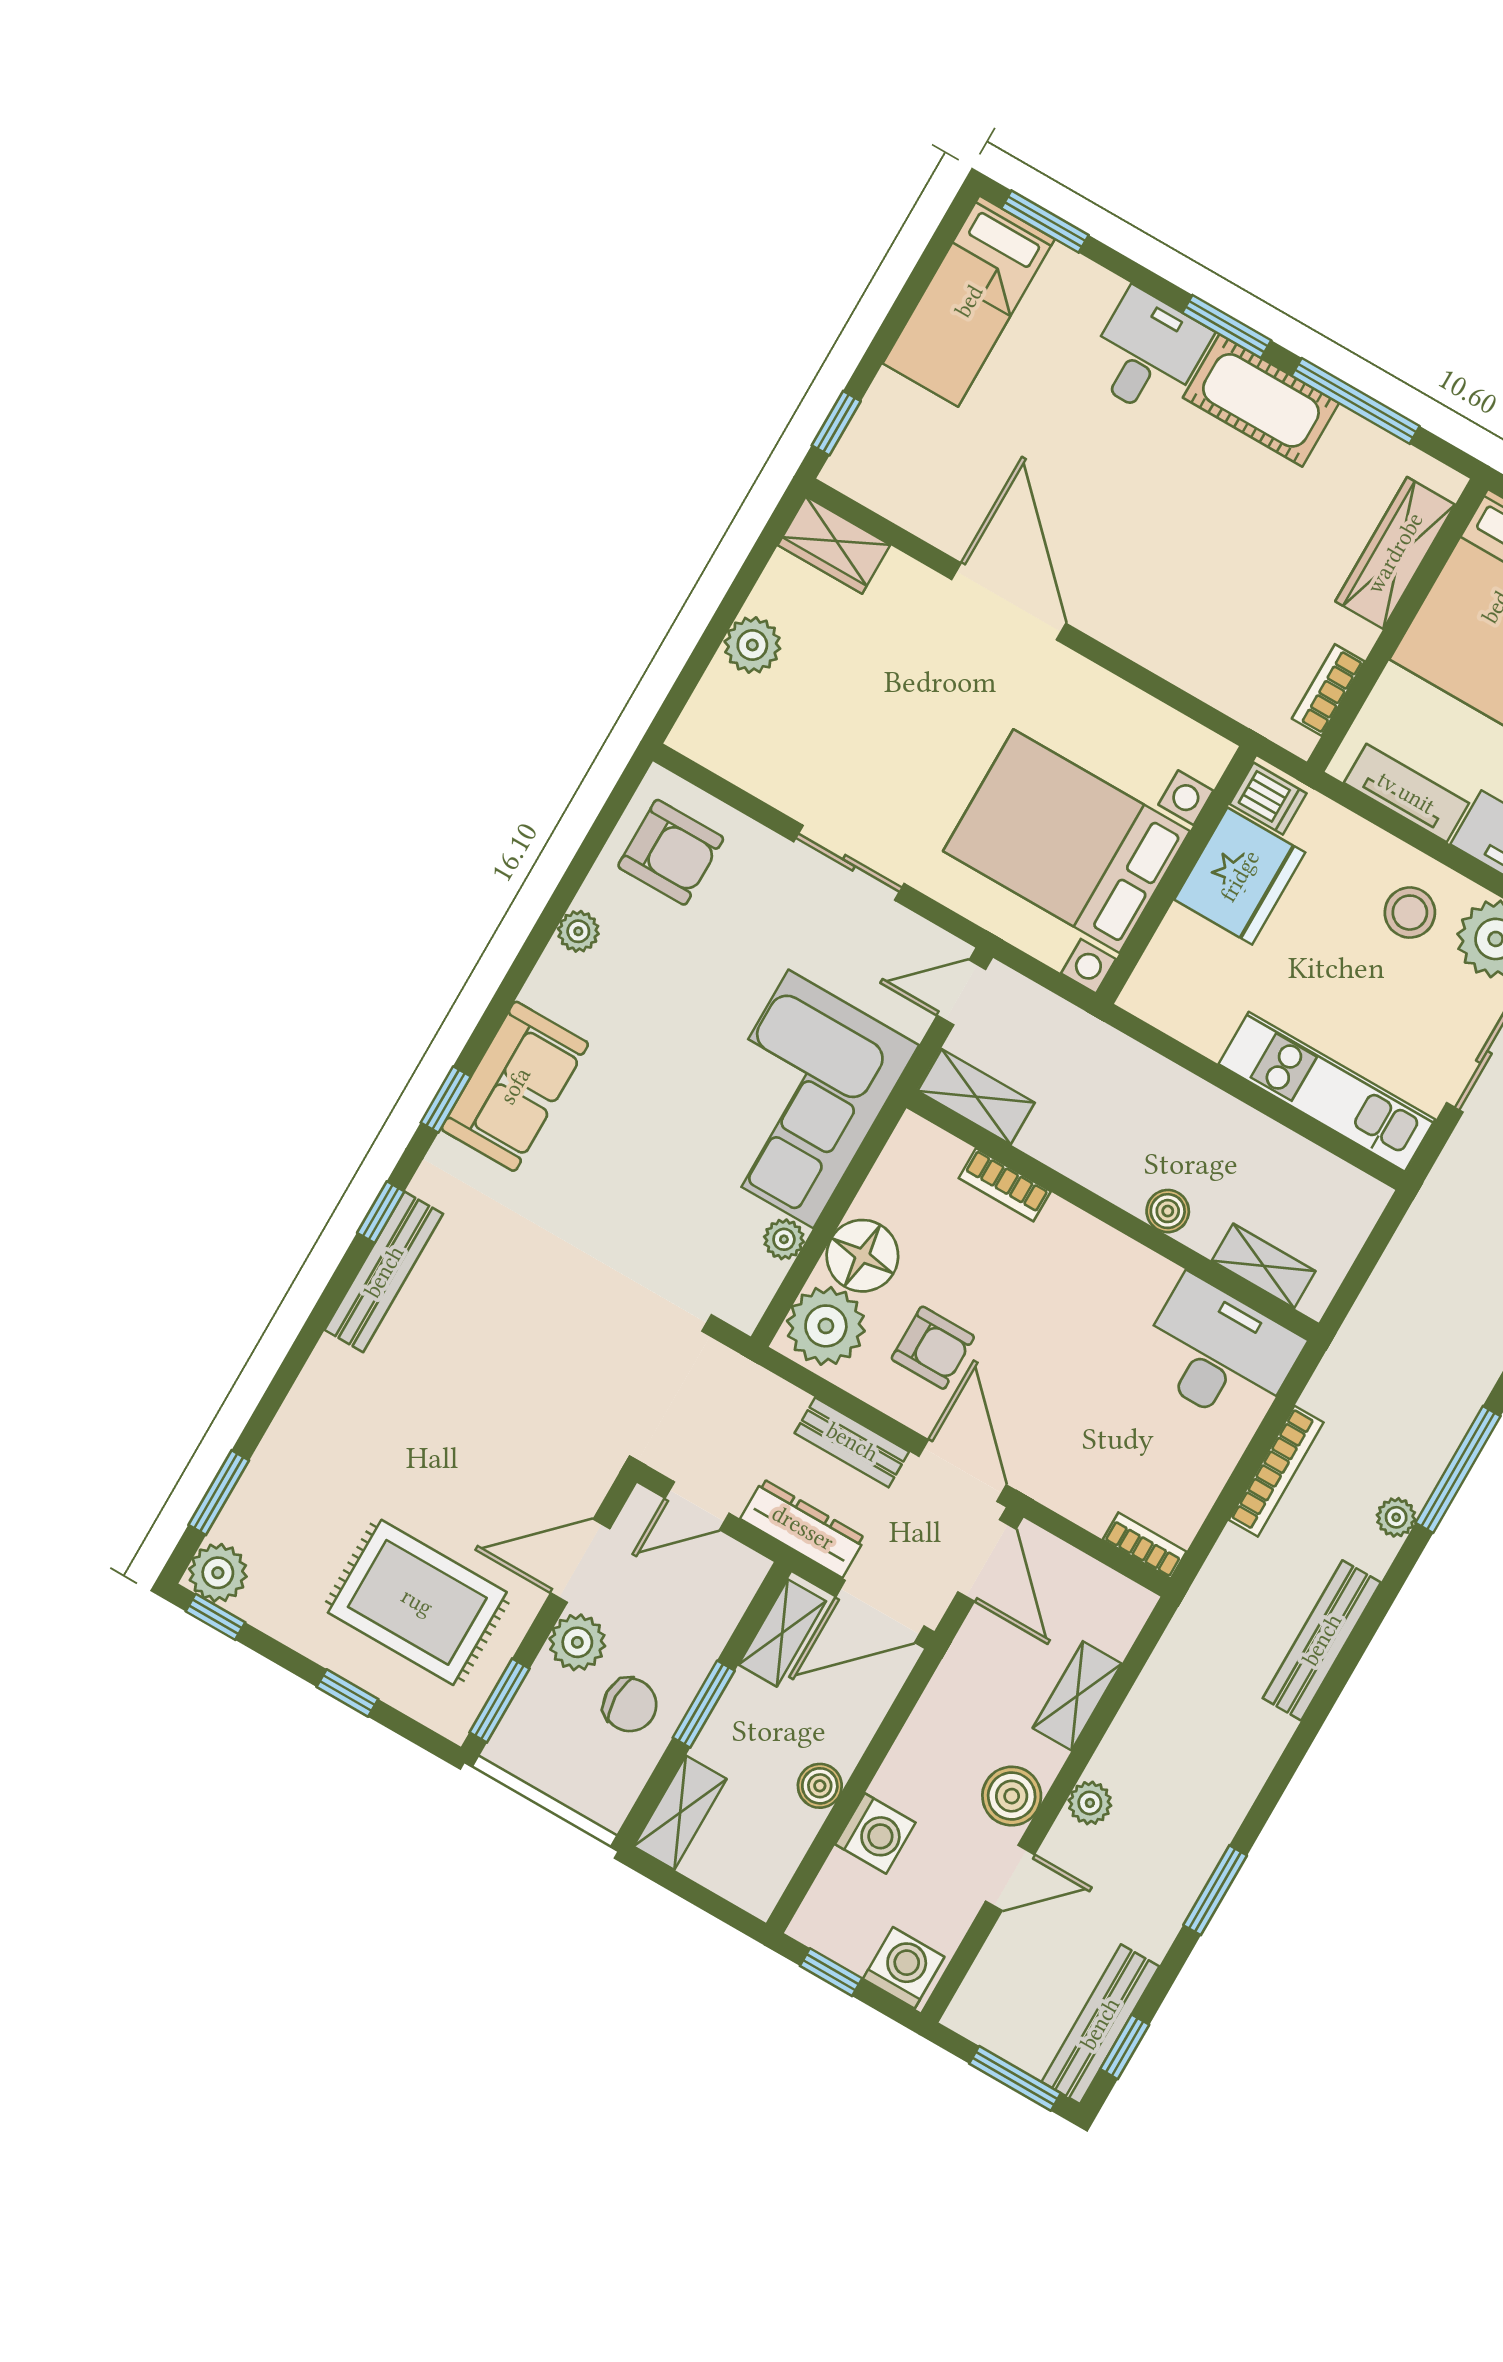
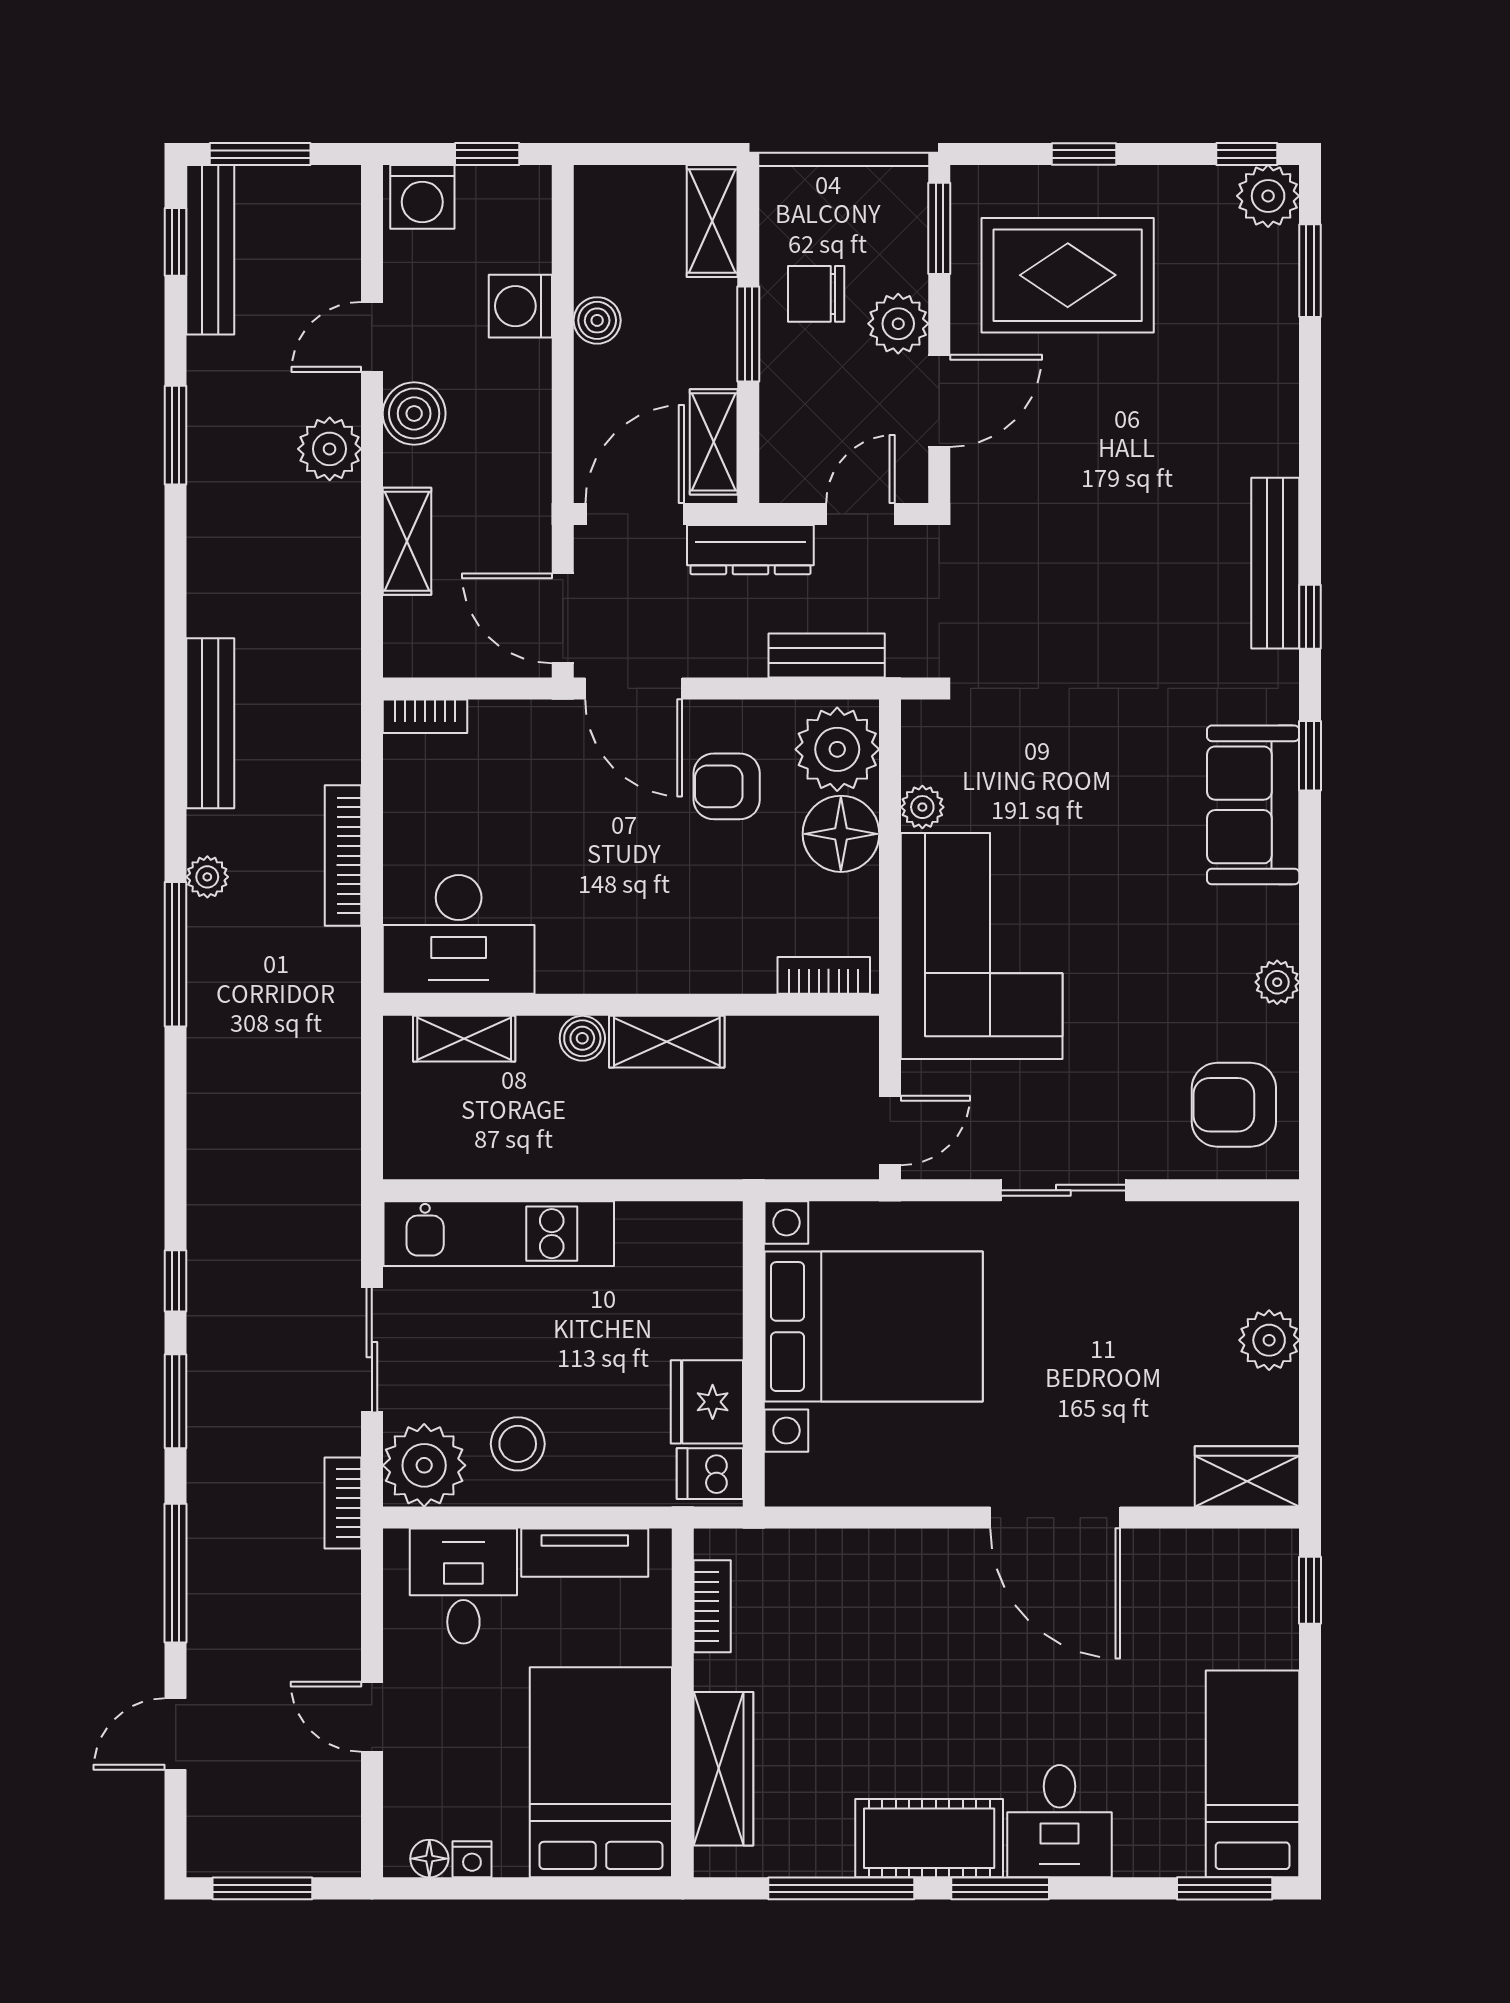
fridge: (1240, 876) -> (707, 1402), width x0.73, depth x0.75
shelving: (976, 1097) -> (667, 1042), moved
bookcase: (1005, 1185) -> (824, 975), moved
bench: (852, 1442) -> (827, 655), moved
plant: (1090, 1803) -> (330, 449), width x1.38, depth x1.38

